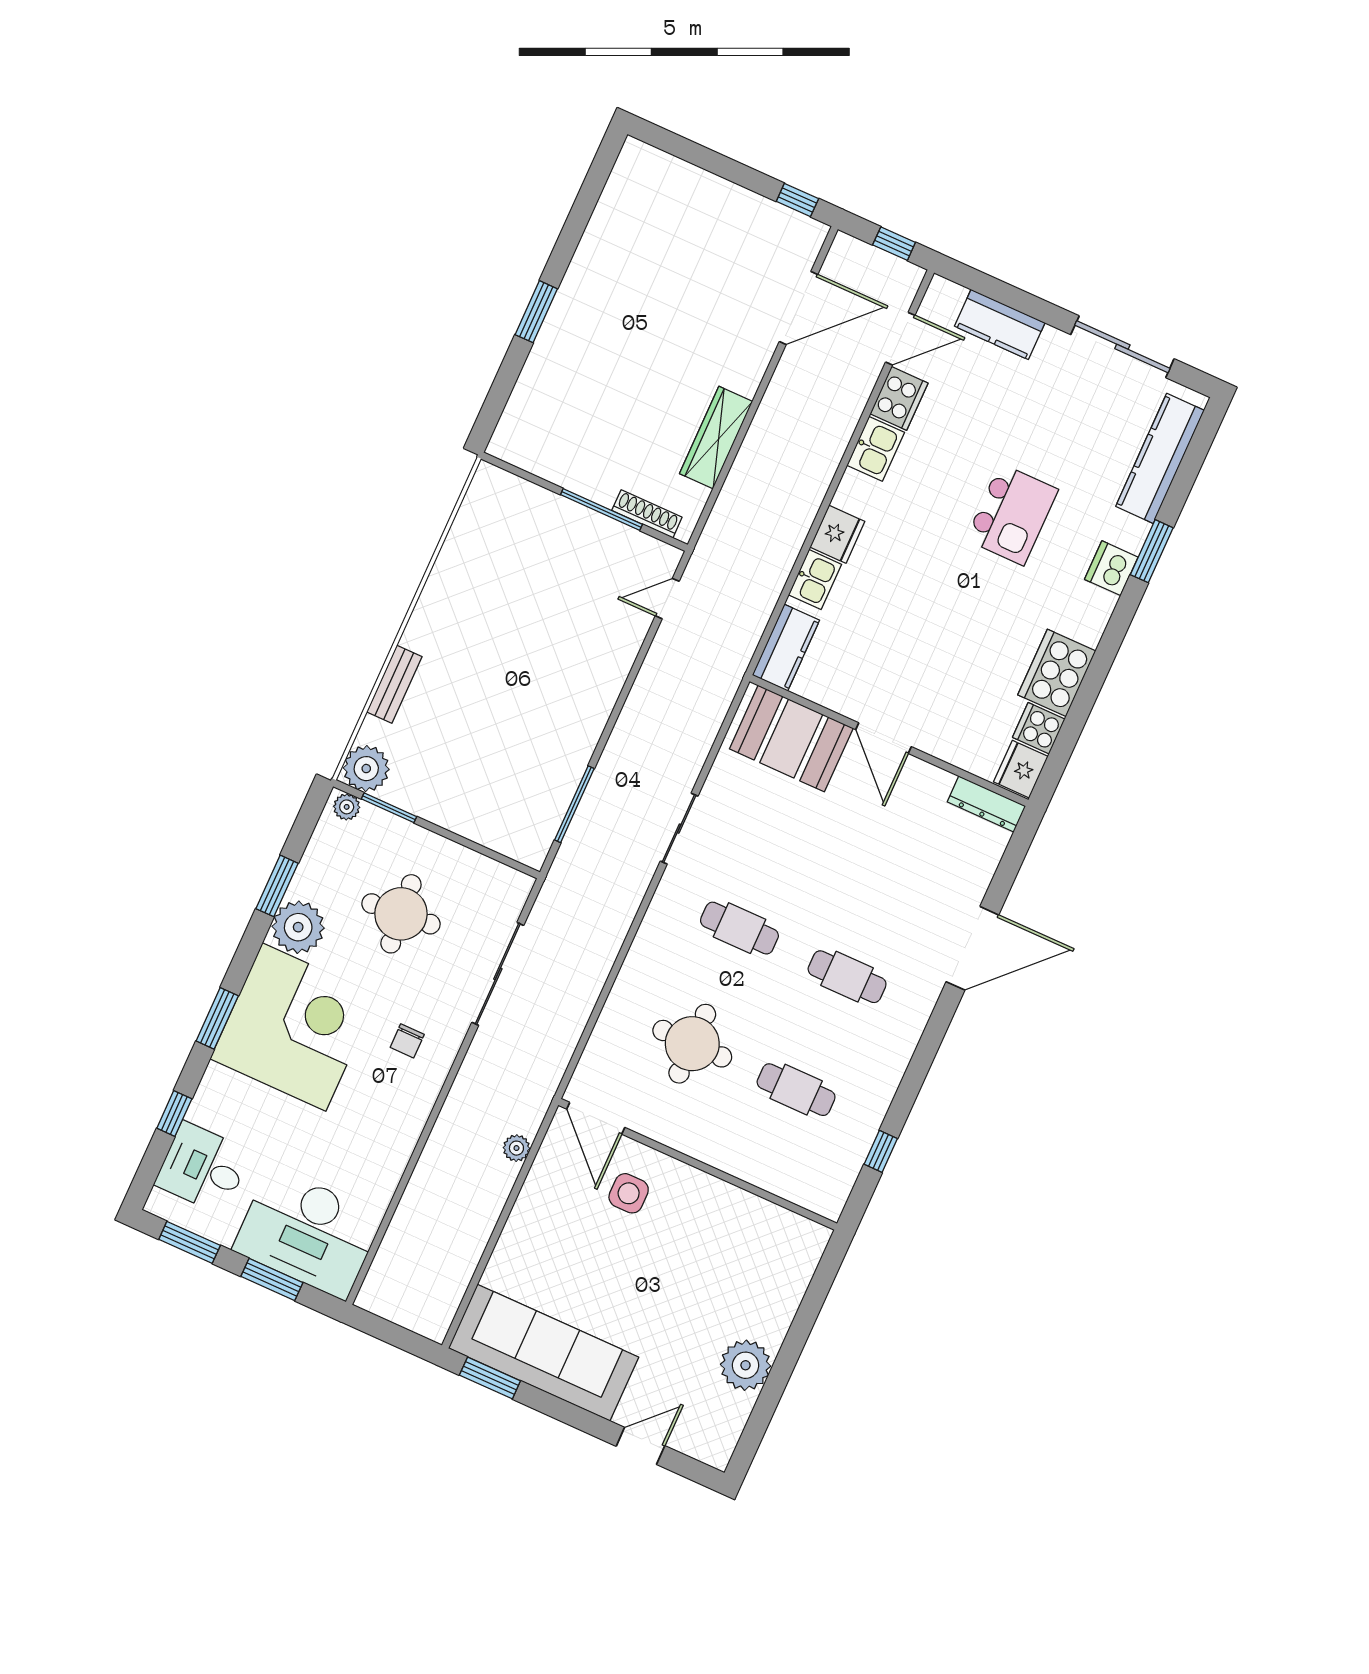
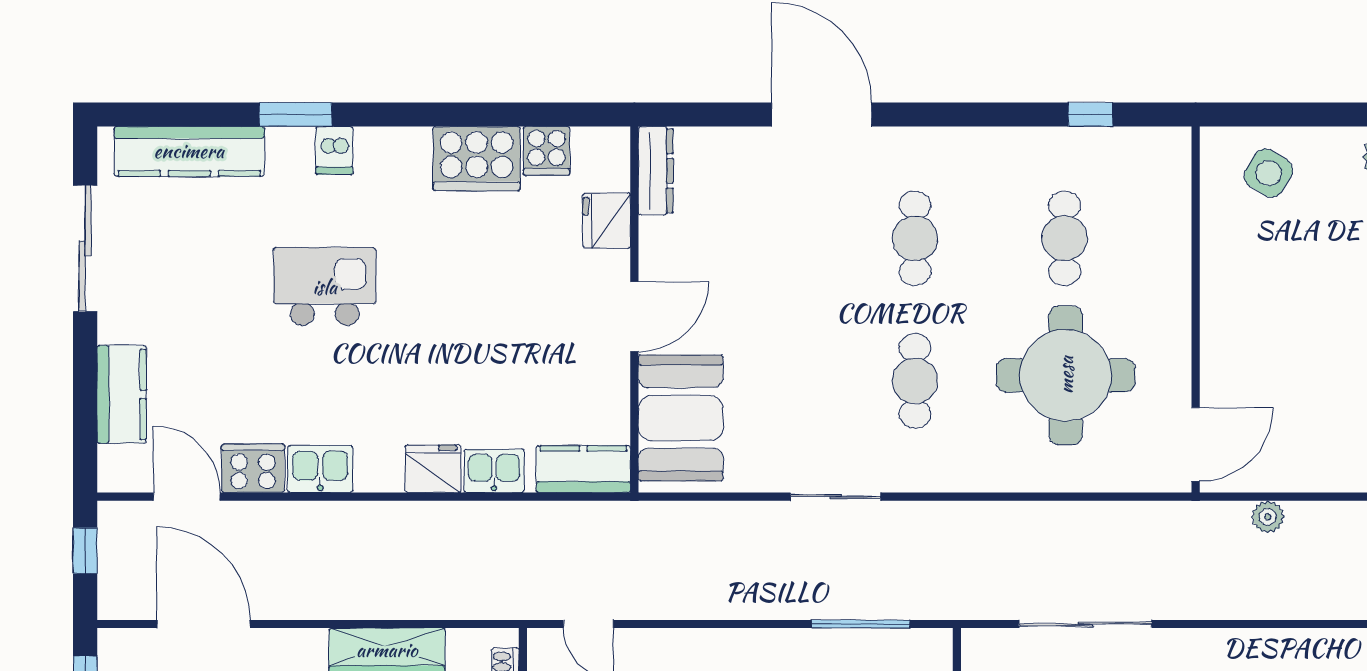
dishwasher: (1111, 568) -> (334, 150), width x0.73
fridge: (1021, 769) -> (607, 221), moved, turned 90
round table: (692, 1044) -> (1066, 375), width x1.36, depth x1.36
side table: (629, 1193) -> (1268, 173), moved, turned 31

